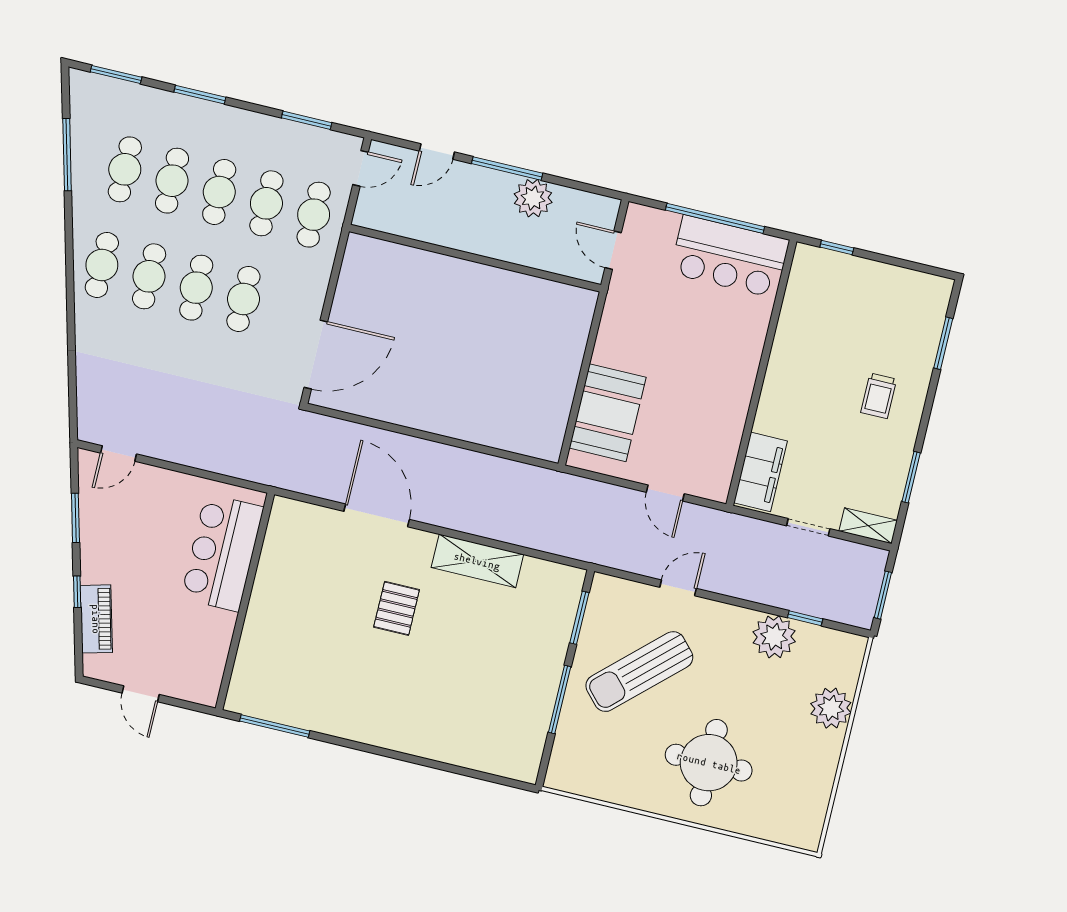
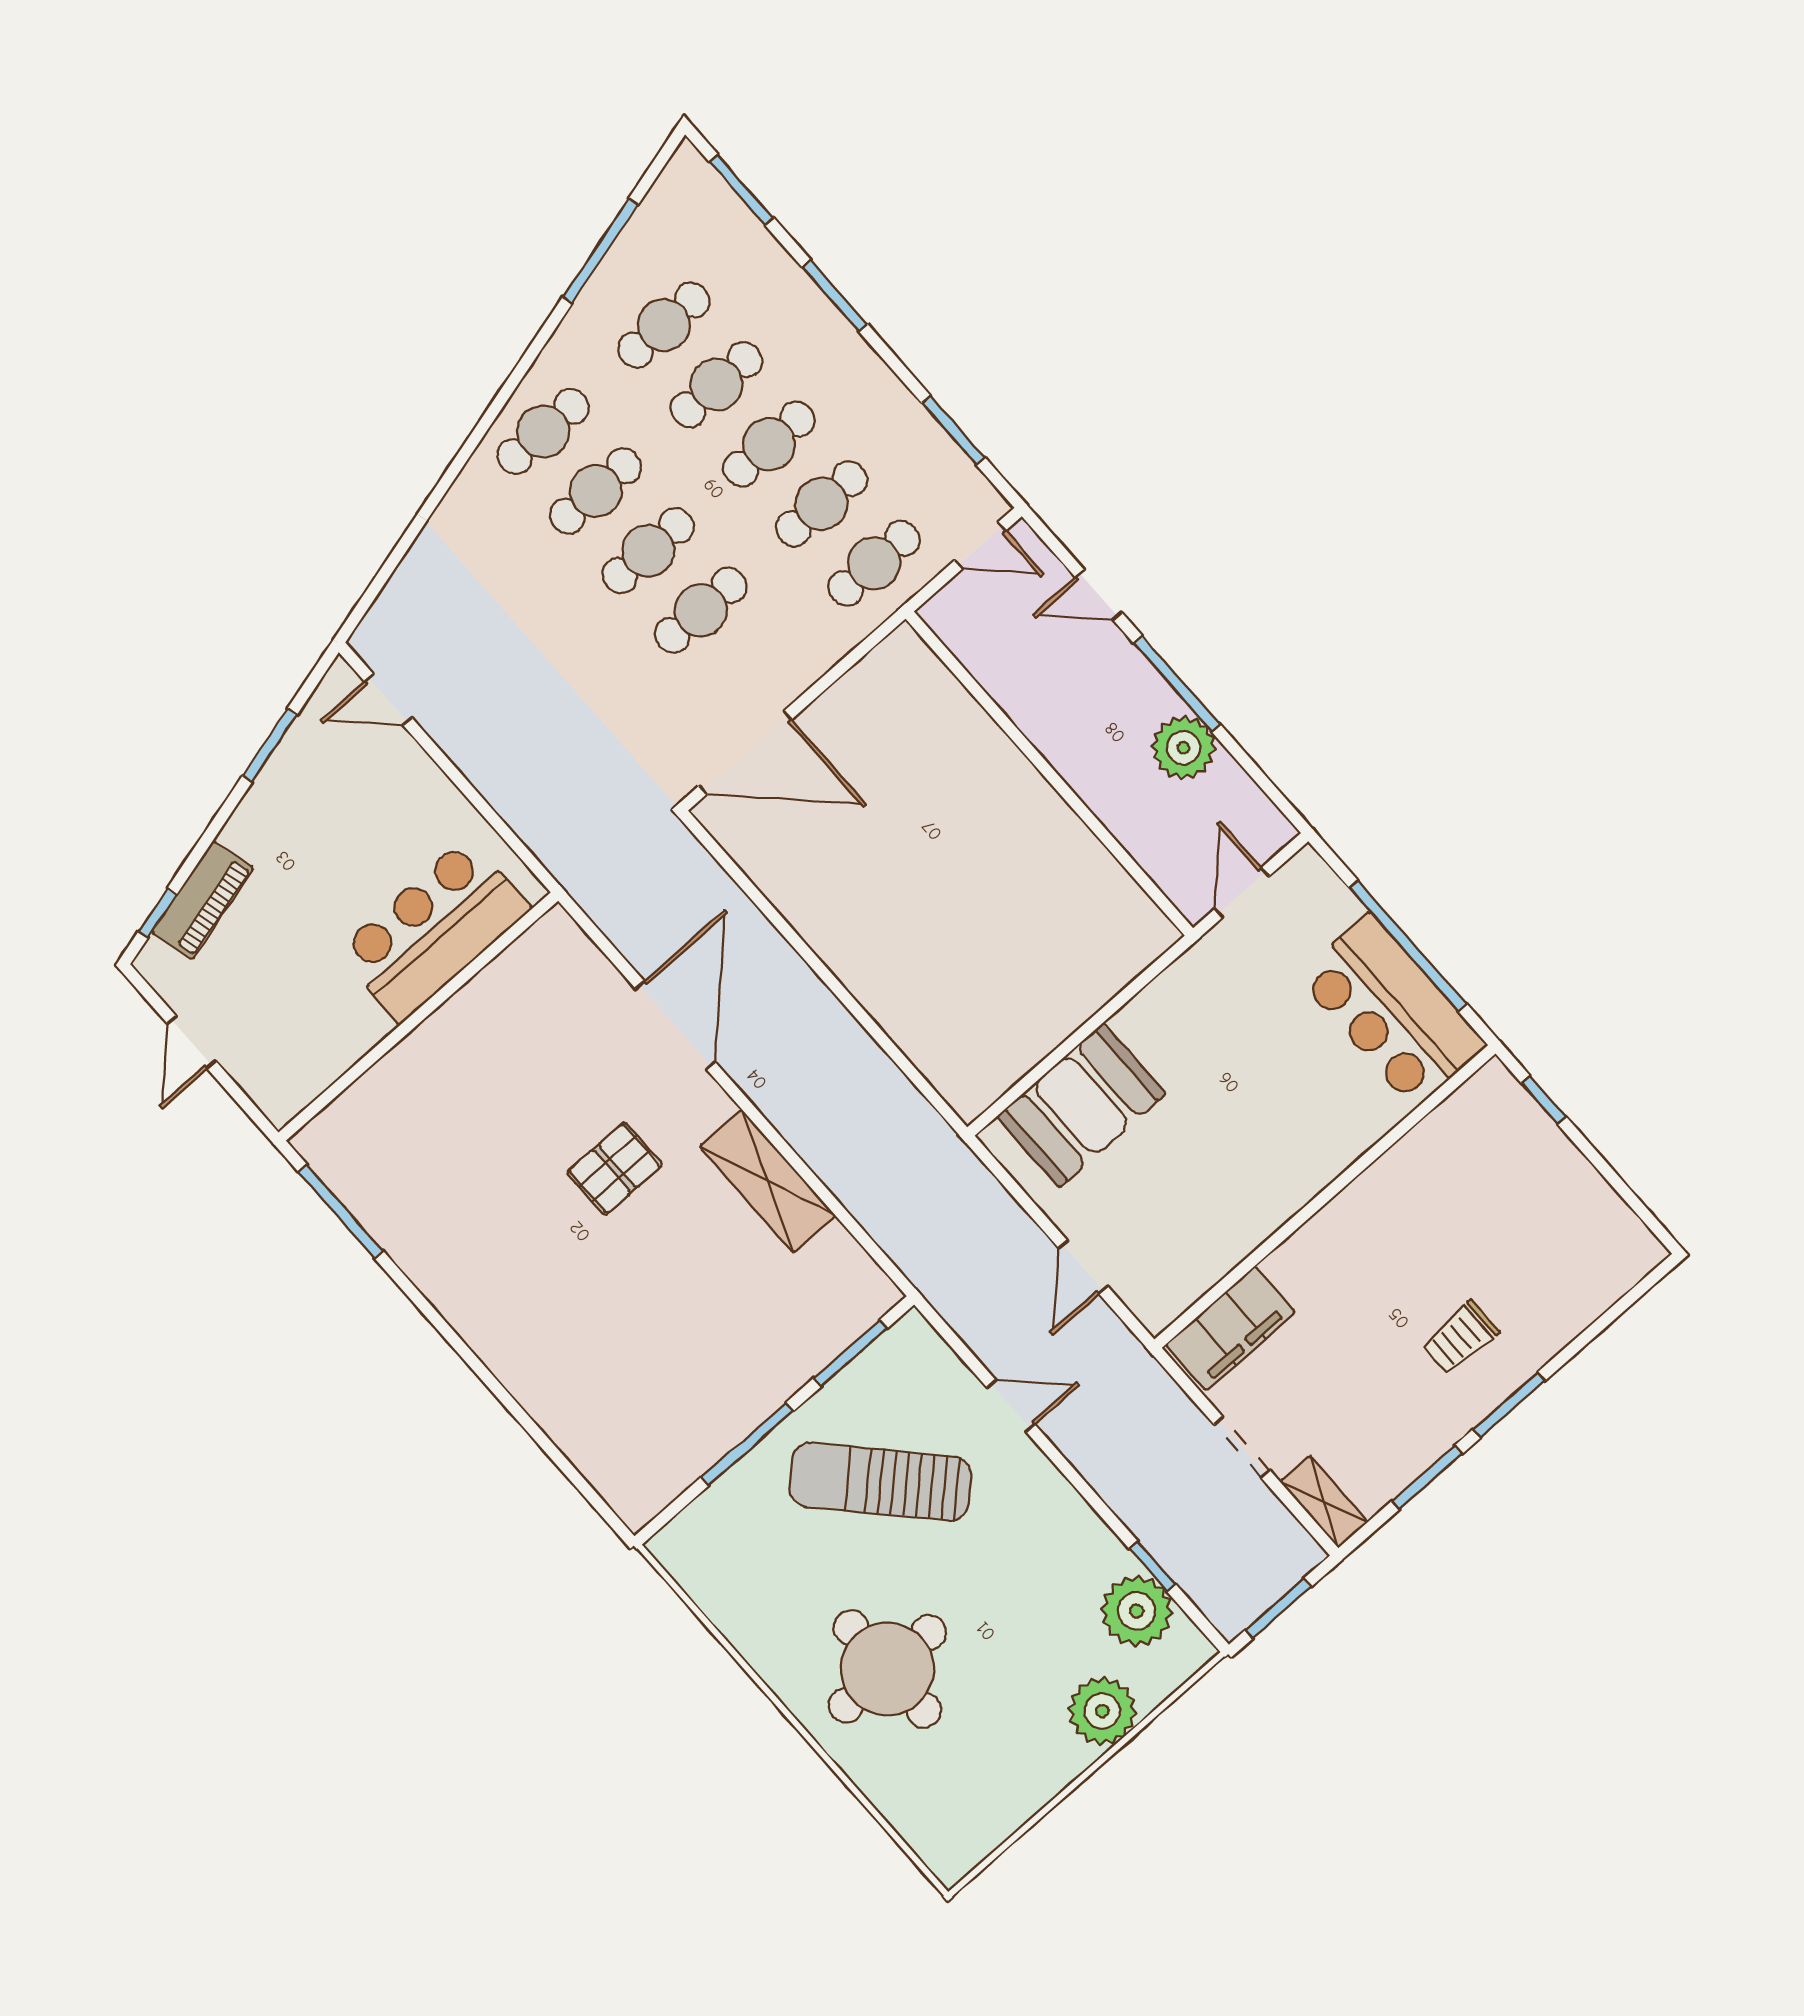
window: (943, 343) -> (1509, 1405), moved
window: (77, 592) -> (158, 913), moved
plant: (774, 637) -> (1137, 1611), moved

